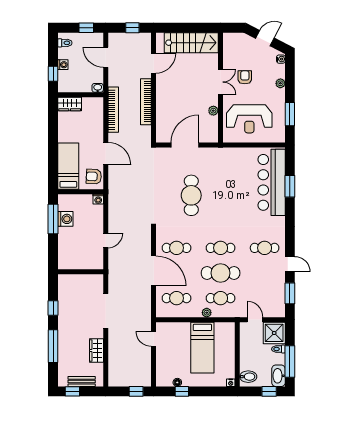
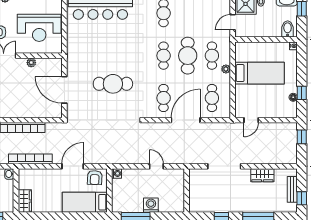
reception desk: (249, 119) -> (39, 28), turned 90
washing machine: (65, 219) -> (151, 205), moved

